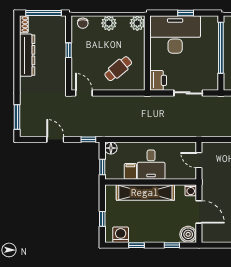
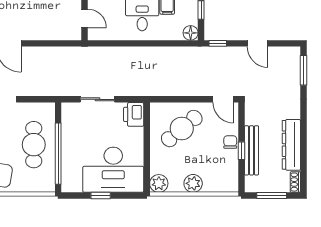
window: (44, 13) -> (272, 196), width x0.69
chair: (83, 23) -> (230, 142), moved
bench: (60, 51) -> (251, 150), added
cafe table: (118, 69) -> (182, 129), width x1.37, depth x1.35

